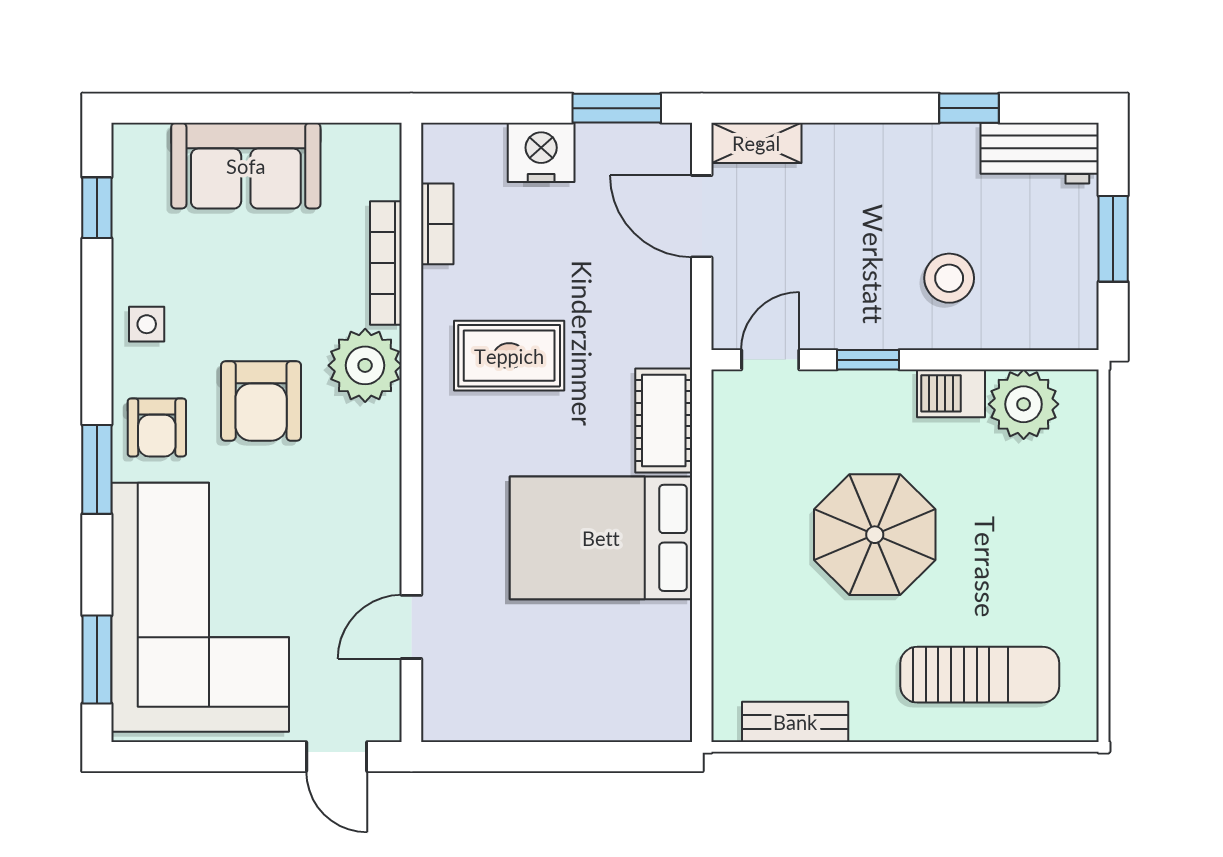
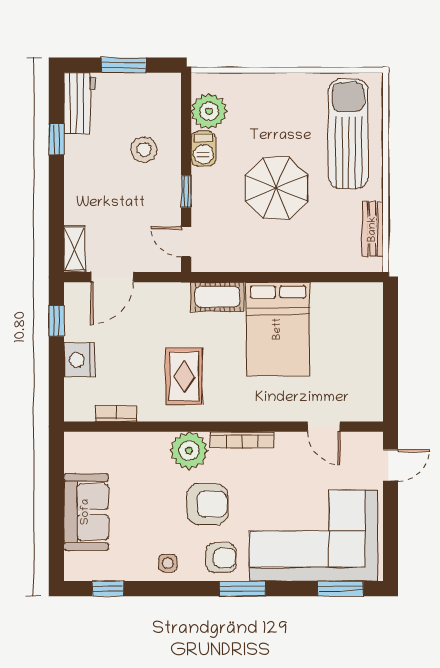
window: (617, 108) -> (56, 321), width x0.67
bookcase: (386, 263) -> (242, 440), moved
sun lounger: (980, 675) -> (348, 134), width x1.36, depth x1.34

